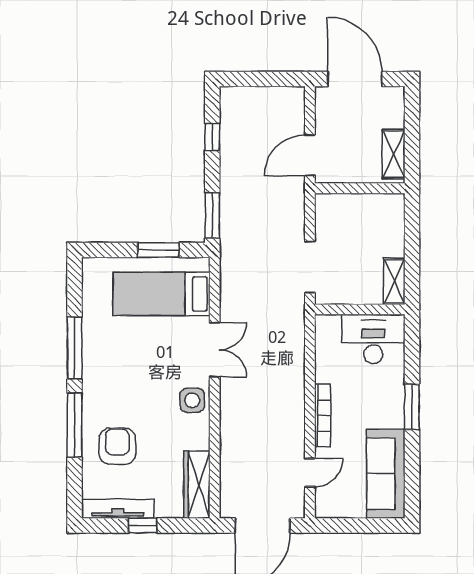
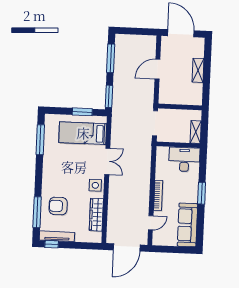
window: (212, 137) -> (111, 58), width x2.17
wall: (360, 188) -> (180, 107), moved
window: (75, 348) -> (40, 140), moved
window: (75, 425) -> (37, 212), moved
armchair: (117, 446) -> (58, 206), turned -90
wardrobe: (197, 485) -> (96, 215), moved
window: (143, 526) -> (52, 244), moved

